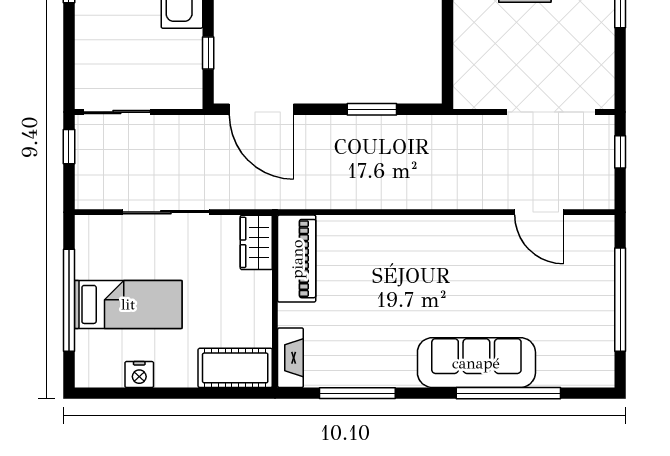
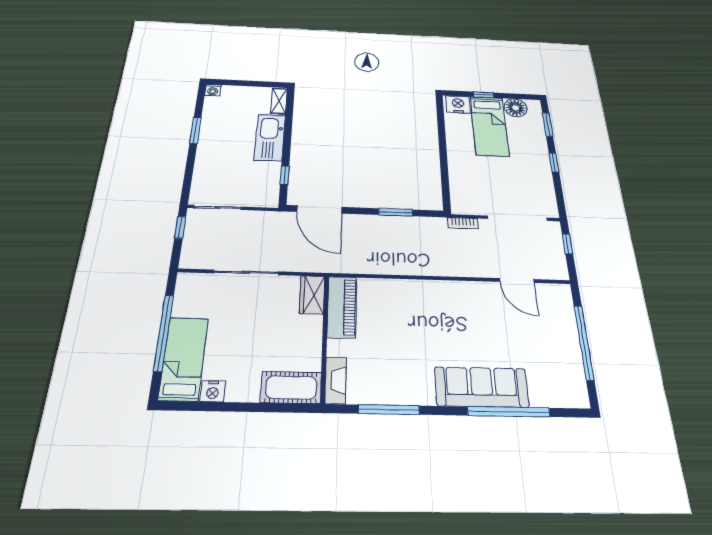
bookcase: (469, 124) -> (463, 223), added
bed: (128, 304) -> (184, 359), moved, turned -90

